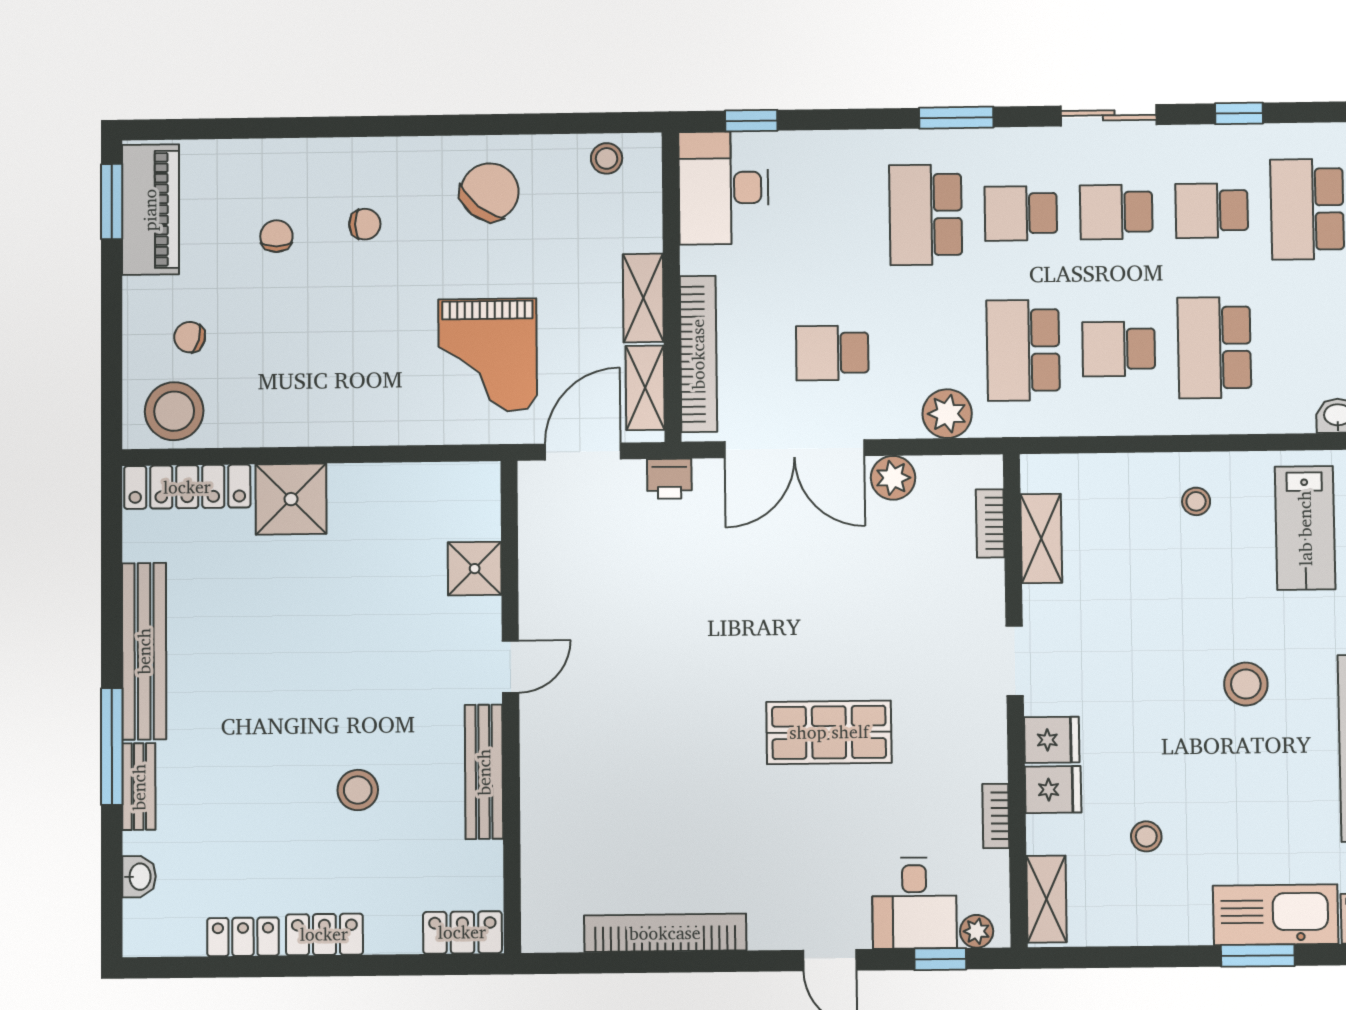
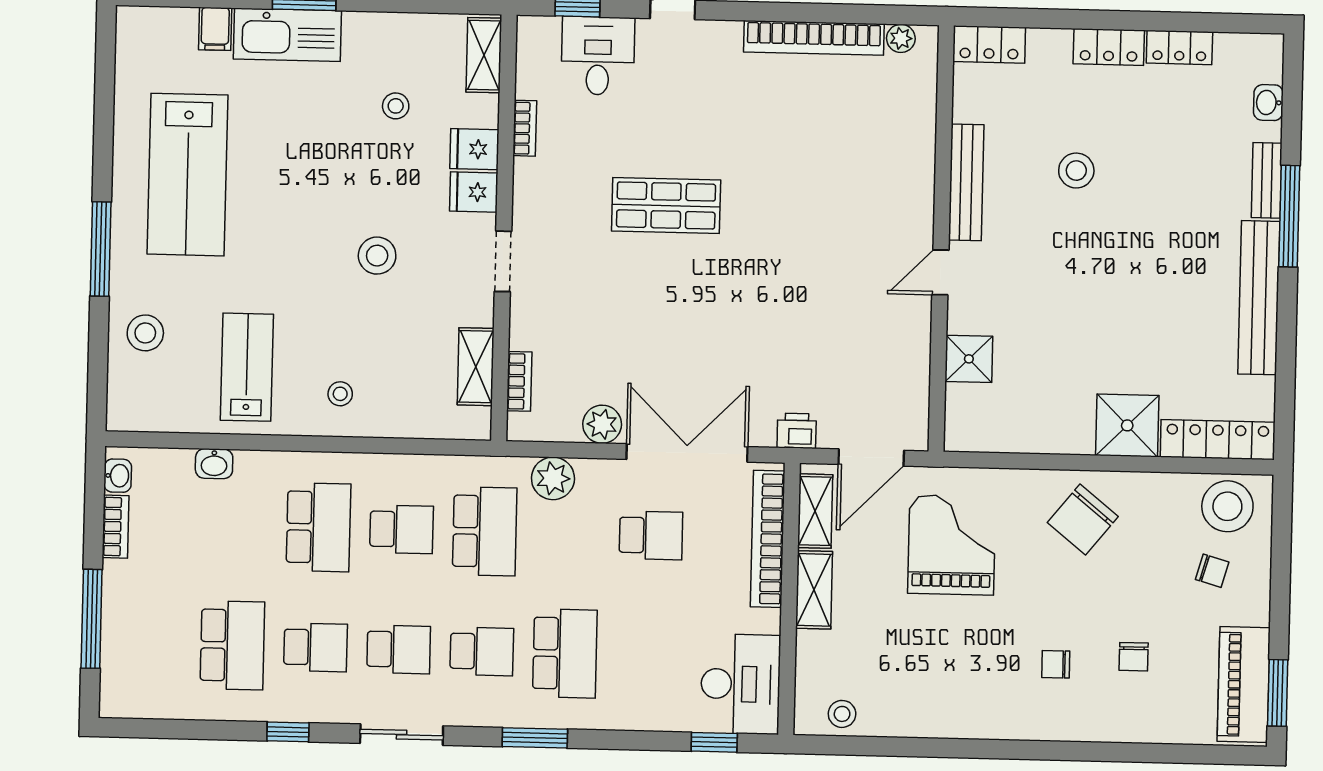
chair: (490, 192) -> (1083, 520), moved
stool: (1246, 684) -> (377, 256), moved
plant: (977, 931) -> (901, 38), moved

